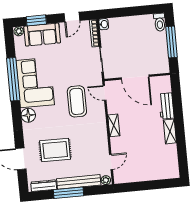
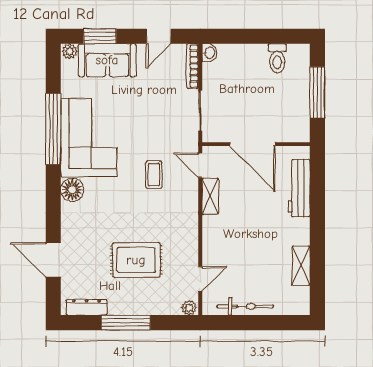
toilet: (160, 22) -> (277, 58), moved
coffee table: (77, 101) -> (154, 175), width x0.54, depth x0.58
workbench: (166, 106) -> (299, 188), width x1.38
shelving: (114, 125) -> (210, 196), moved
shelving: (170, 131) -> (301, 266), moved
rug: (55, 150) -> (136, 260), moved
bicycle: (140, 176) -> (245, 306), added
bench: (79, 182) -> (144, 306), removed

